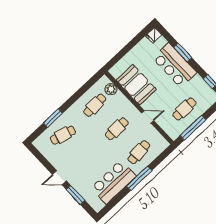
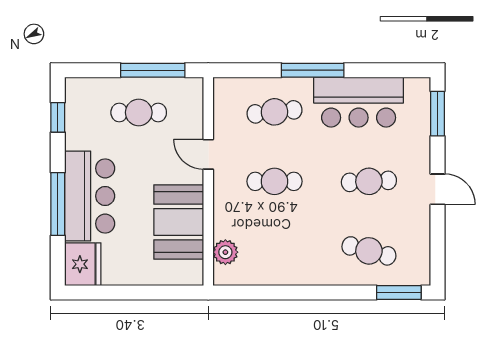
fridge: (154, 35) -> (83, 264), width x1.88, depth x1.34
window: (183, 52) -> (58, 204), width x1.44
cafe table: (95, 105) -> (369, 181), moved
window: (53, 118) -> (399, 293), moved
window: (75, 195) -> (437, 114), moved

